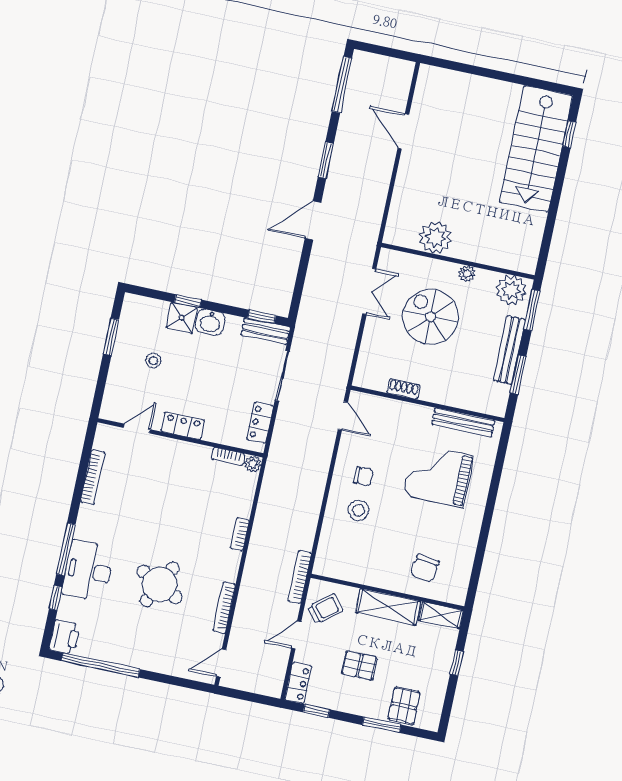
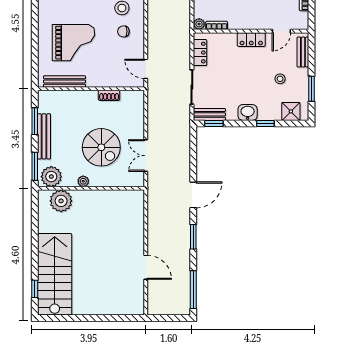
plant: (435, 238) -> (61, 201), moved
shower: (182, 318) -> (291, 111), moved
bench: (112, 392) -> (303, 52), added

